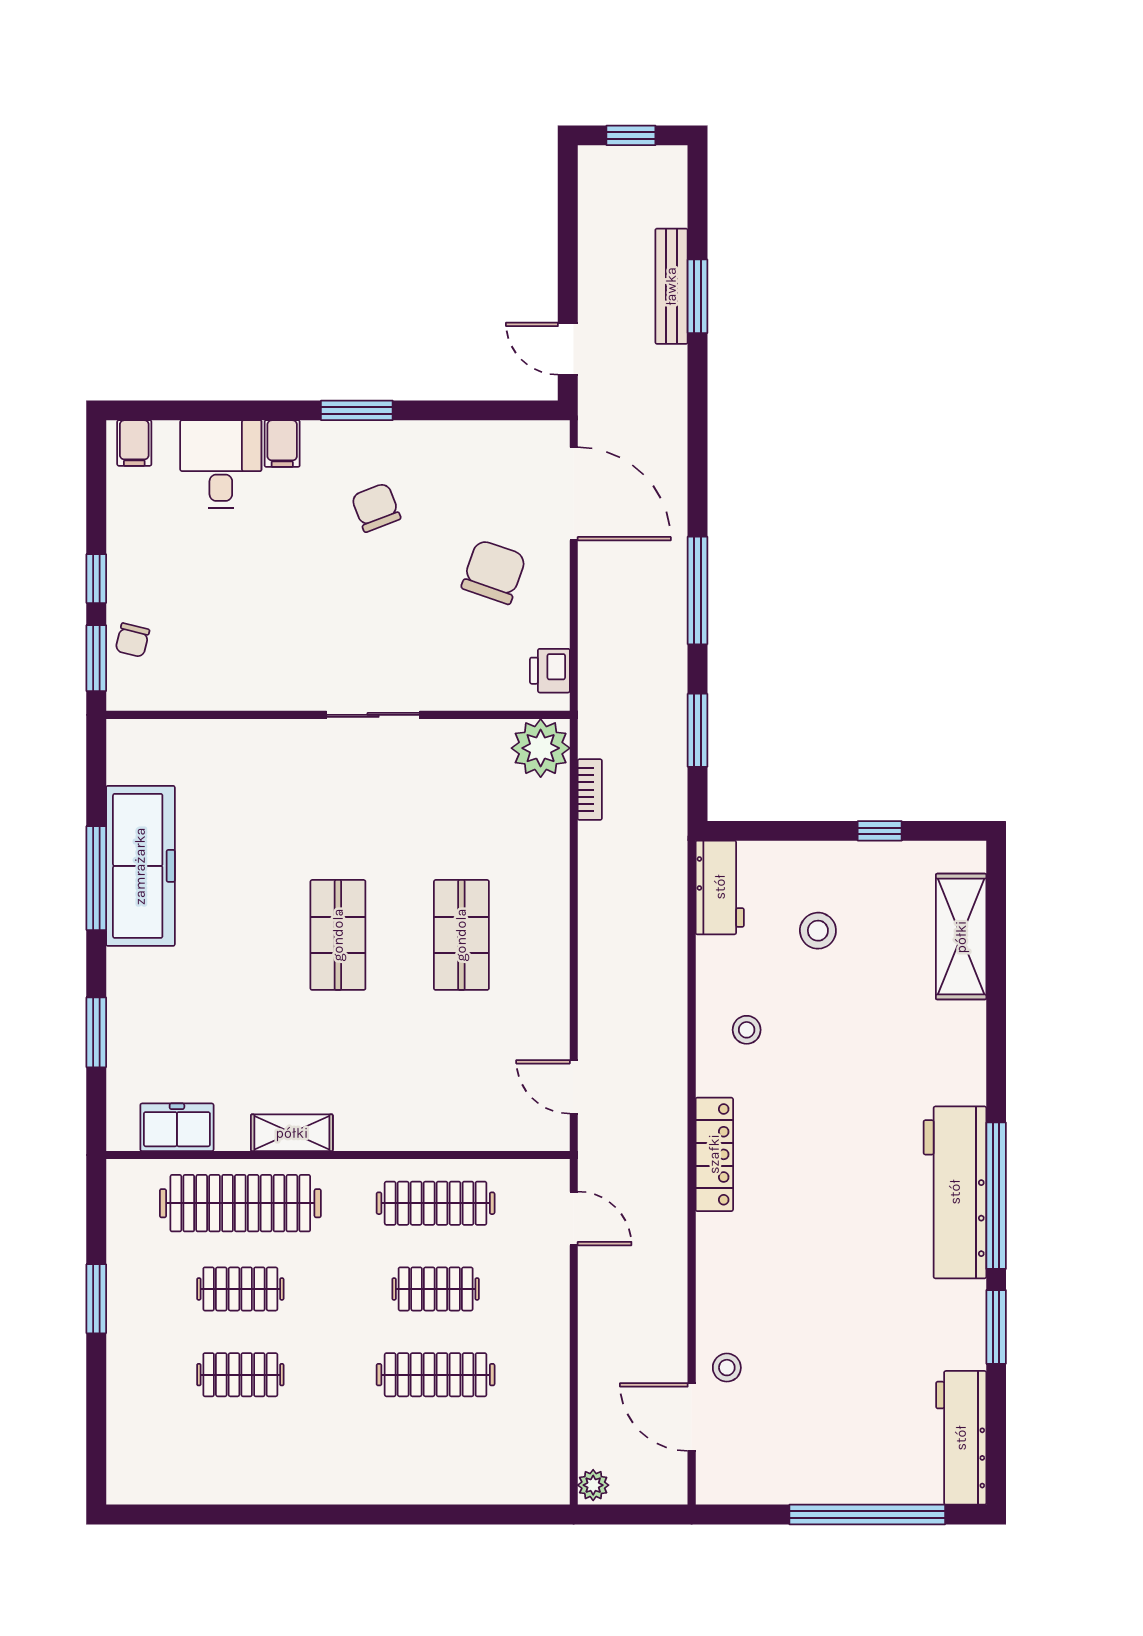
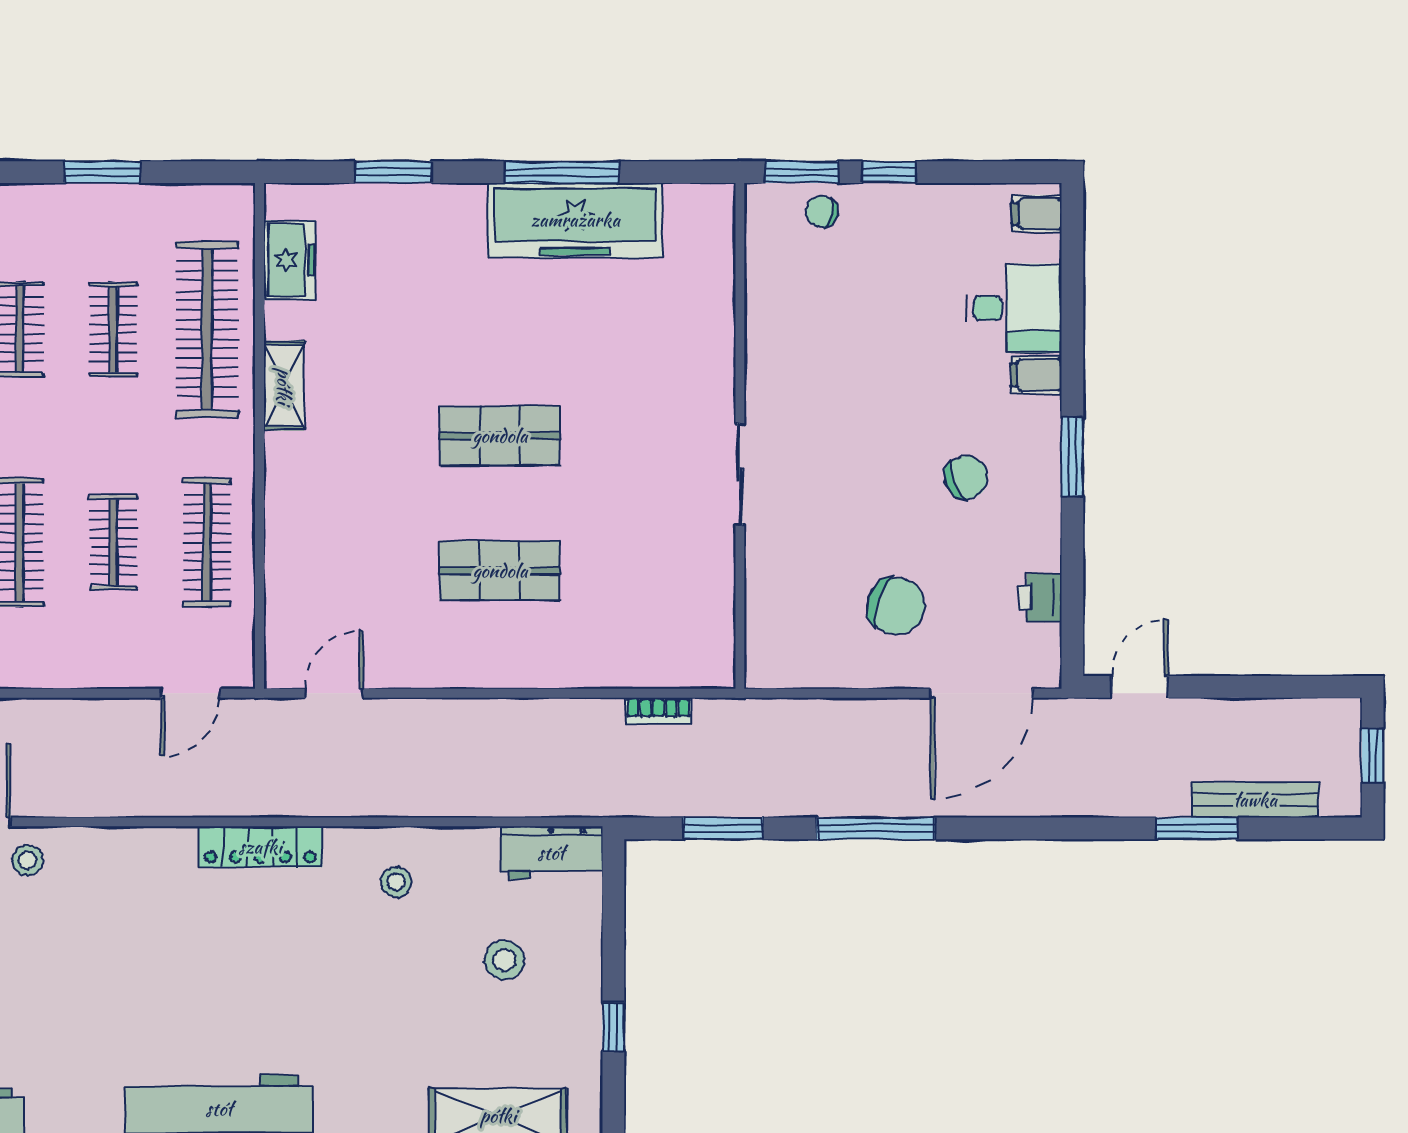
bench: (671, 286) -> (1255, 800), moved
printer: (550, 671) -> (1040, 597), moved, turned -90
plant: (541, 748) -> (704, 657), removed

